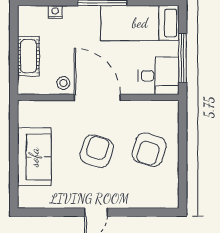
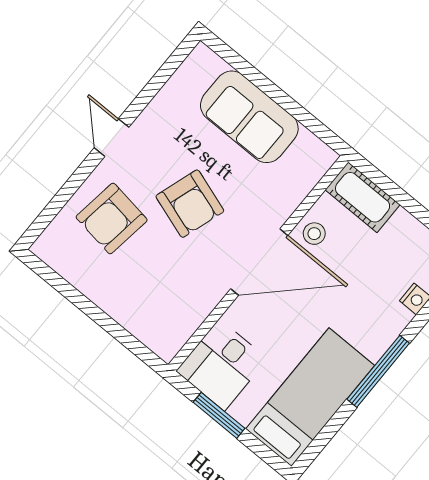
cot: (28, 56) -> (363, 197), moved
window: (183, 58) -> (219, 415), width x0.69
armchair: (149, 150) -> (112, 219), moved, turned -99

